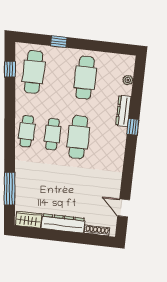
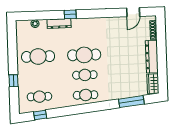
cafe table: (33, 72) -> (39, 97), width x0.73, depth x0.74

